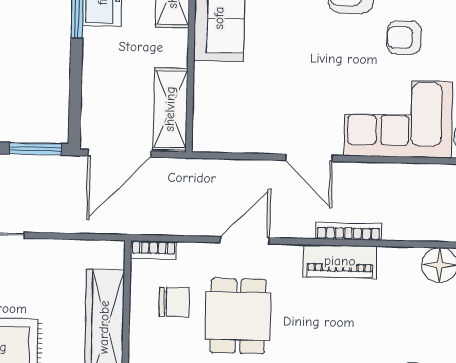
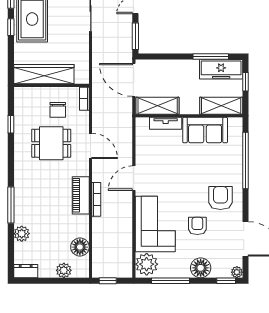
tv unit: (205, 94) -> (166, 123), added

